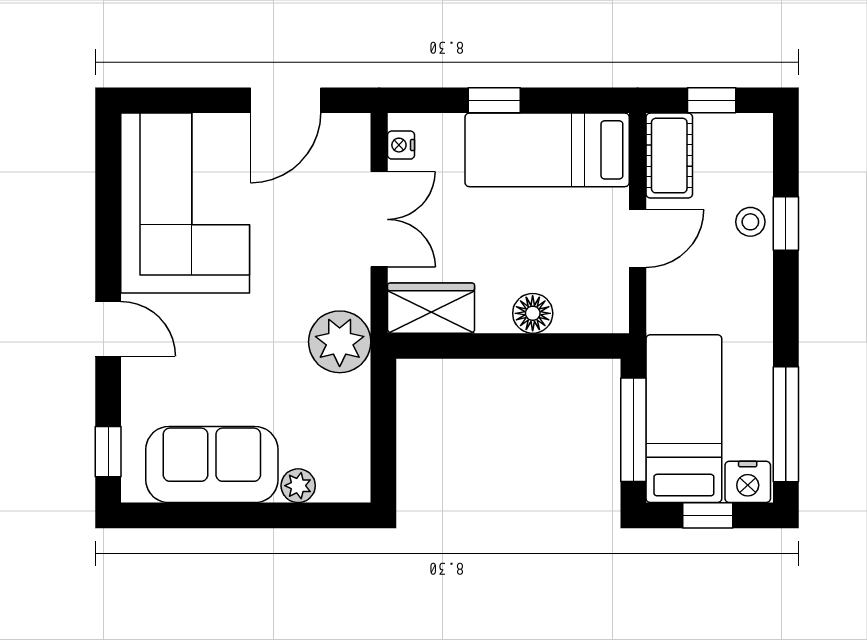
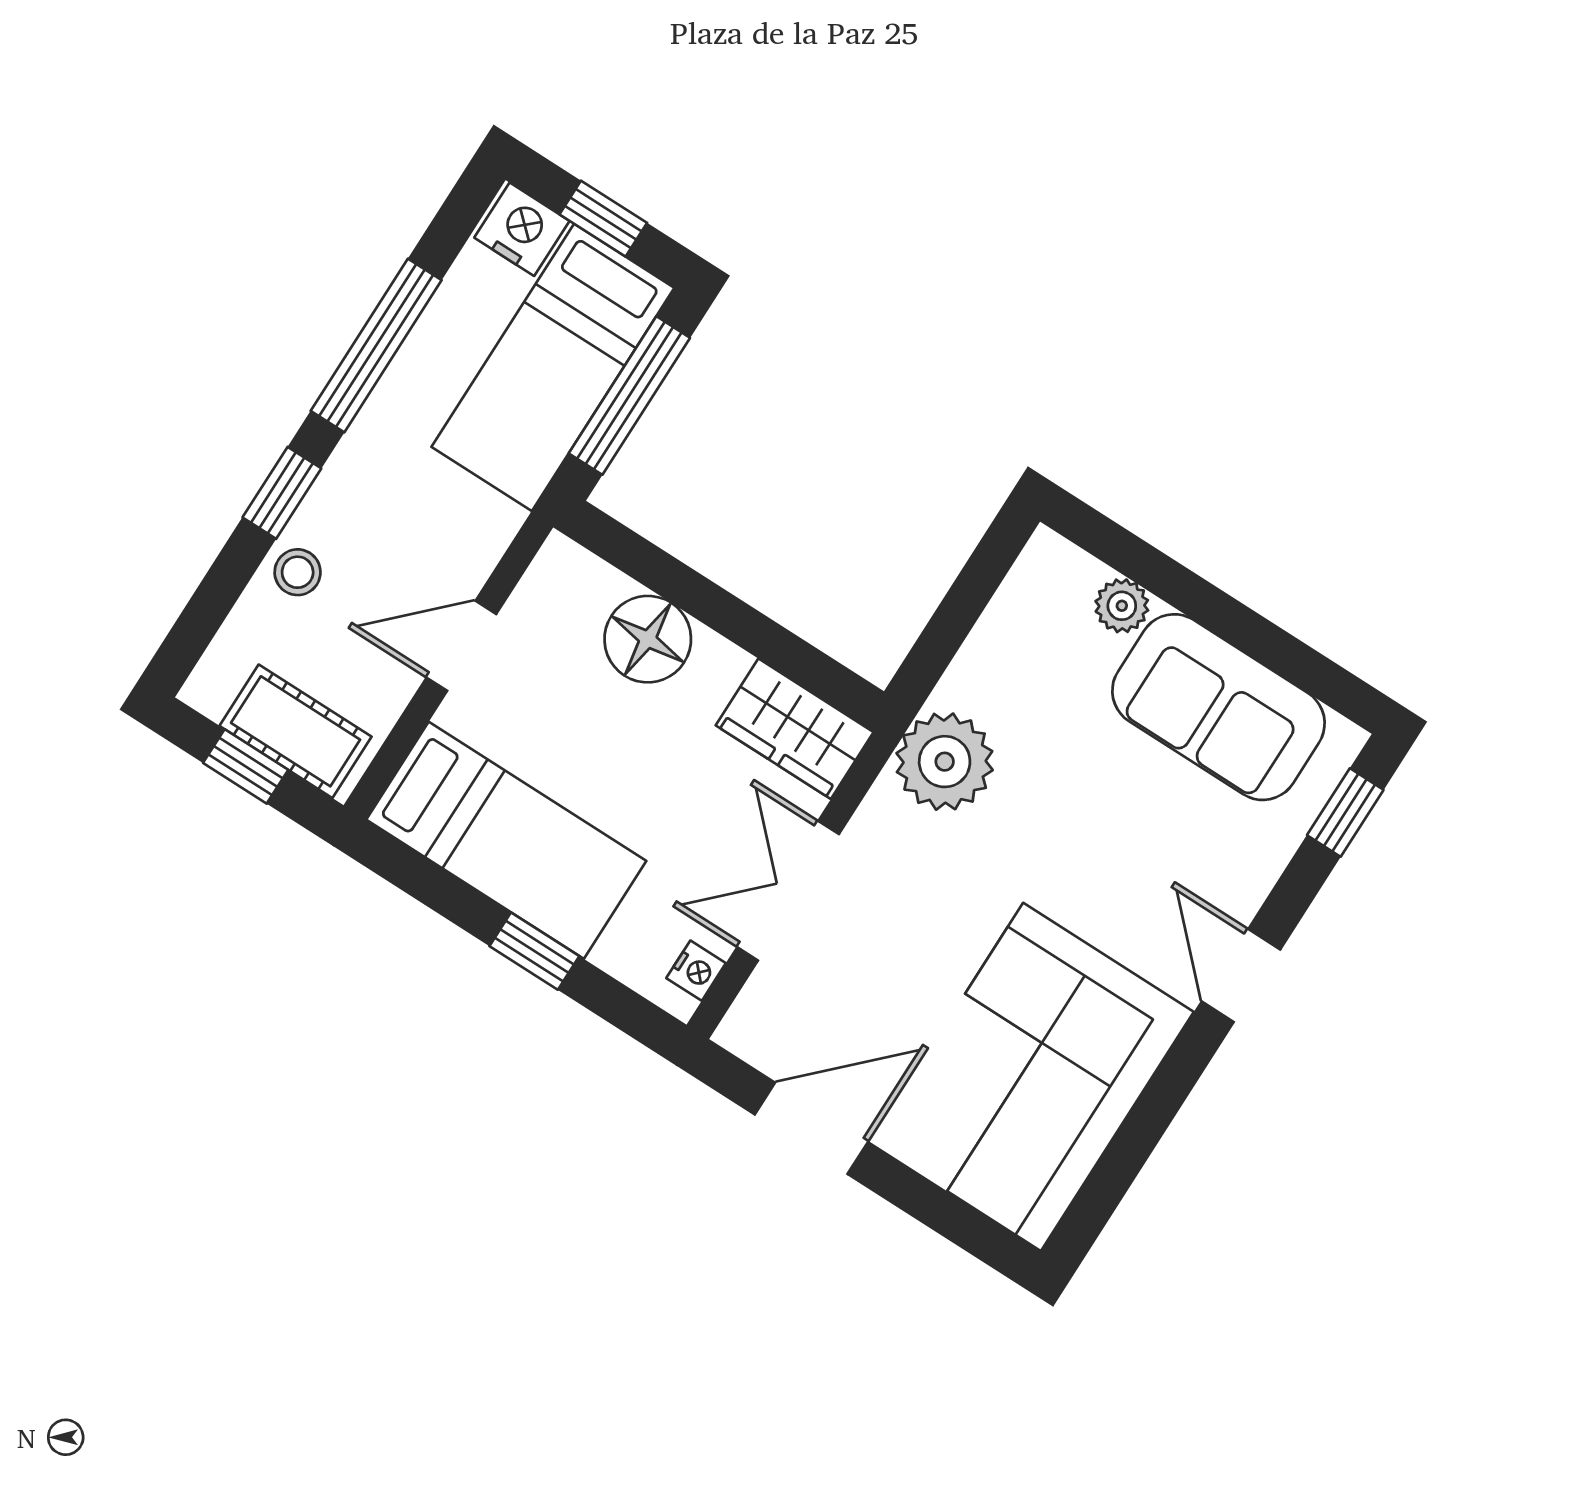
cot: (669, 156) -> (296, 731), moved, turned 90
window: (786, 223) -> (282, 493), moved
floor lamp: (533, 313) -> (648, 639), width x1.38, depth x1.38
window: (786, 424) -> (376, 345), moved

